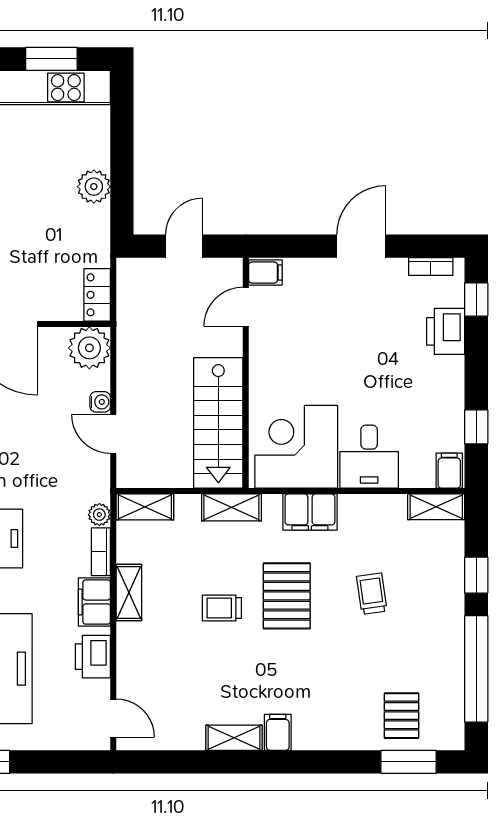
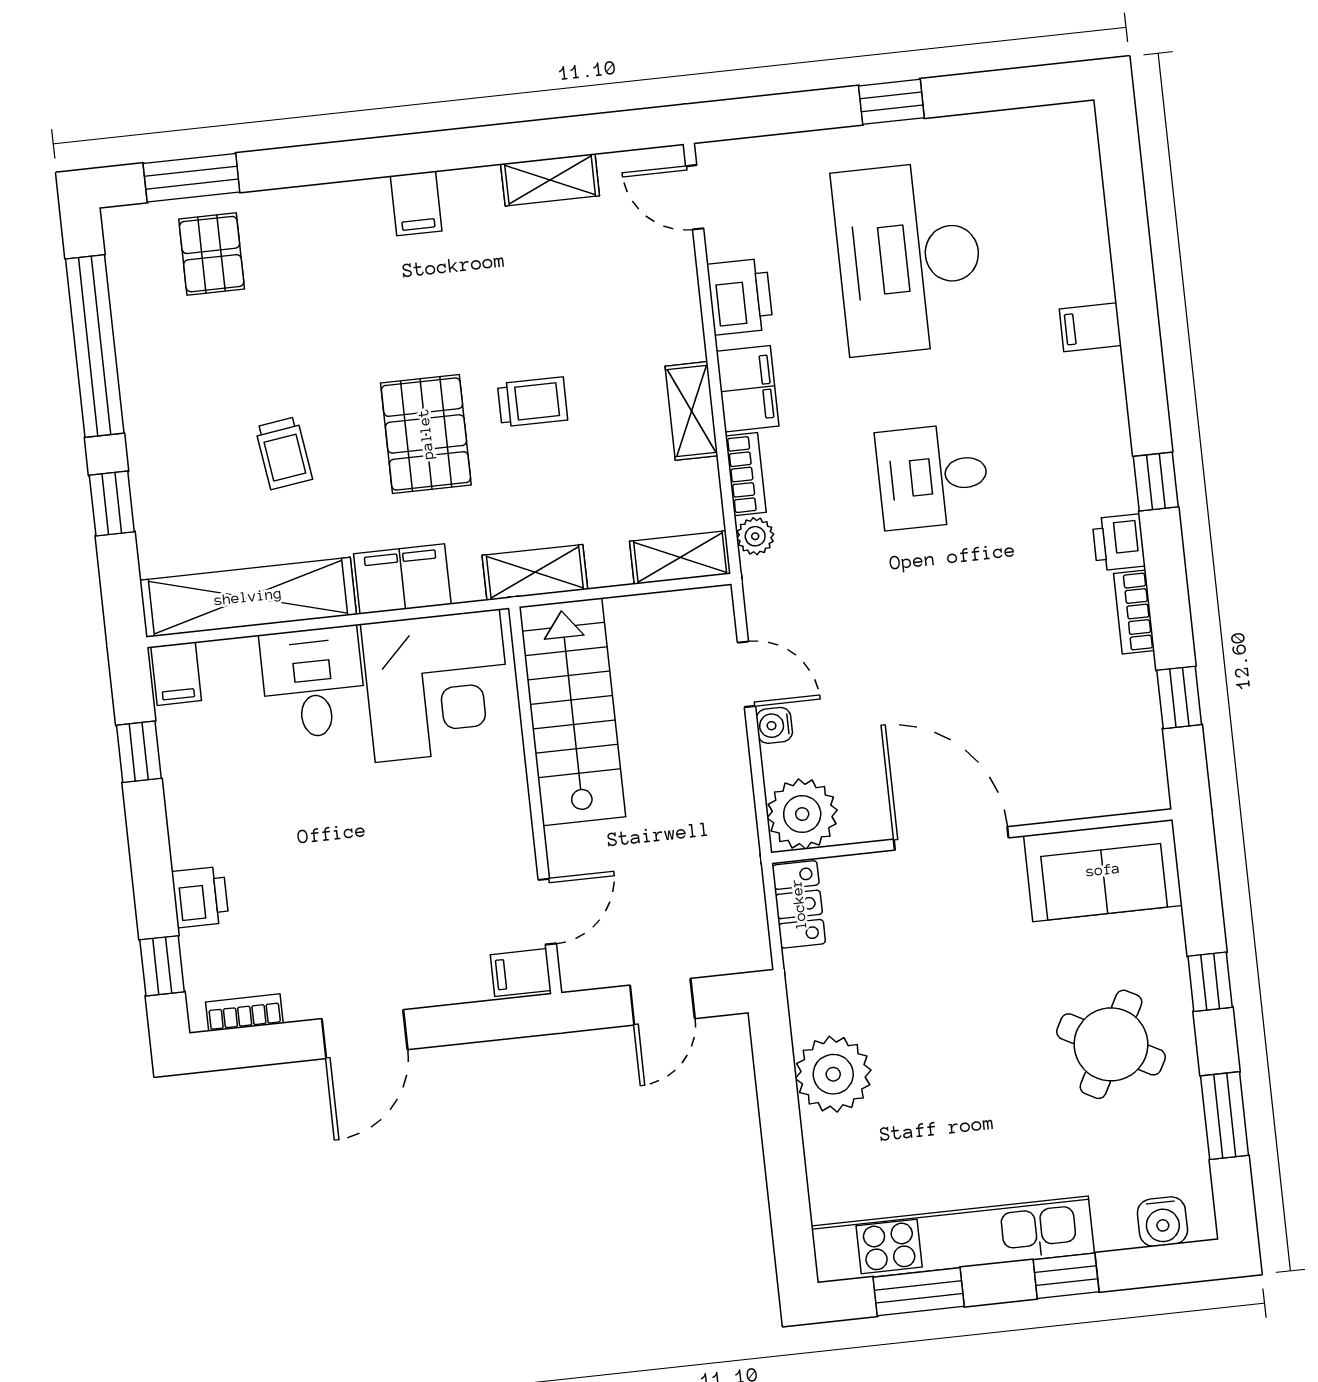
plant: (94, 187) -> (833, 1074), width x1.36, depth x1.36
printer: (446, 331) -> (200, 897), width x0.73, depth x0.81
shelving: (436, 507) -> (248, 597), width x2.20, depth x1.33
shelving: (234, 738) -> (550, 180), moved

